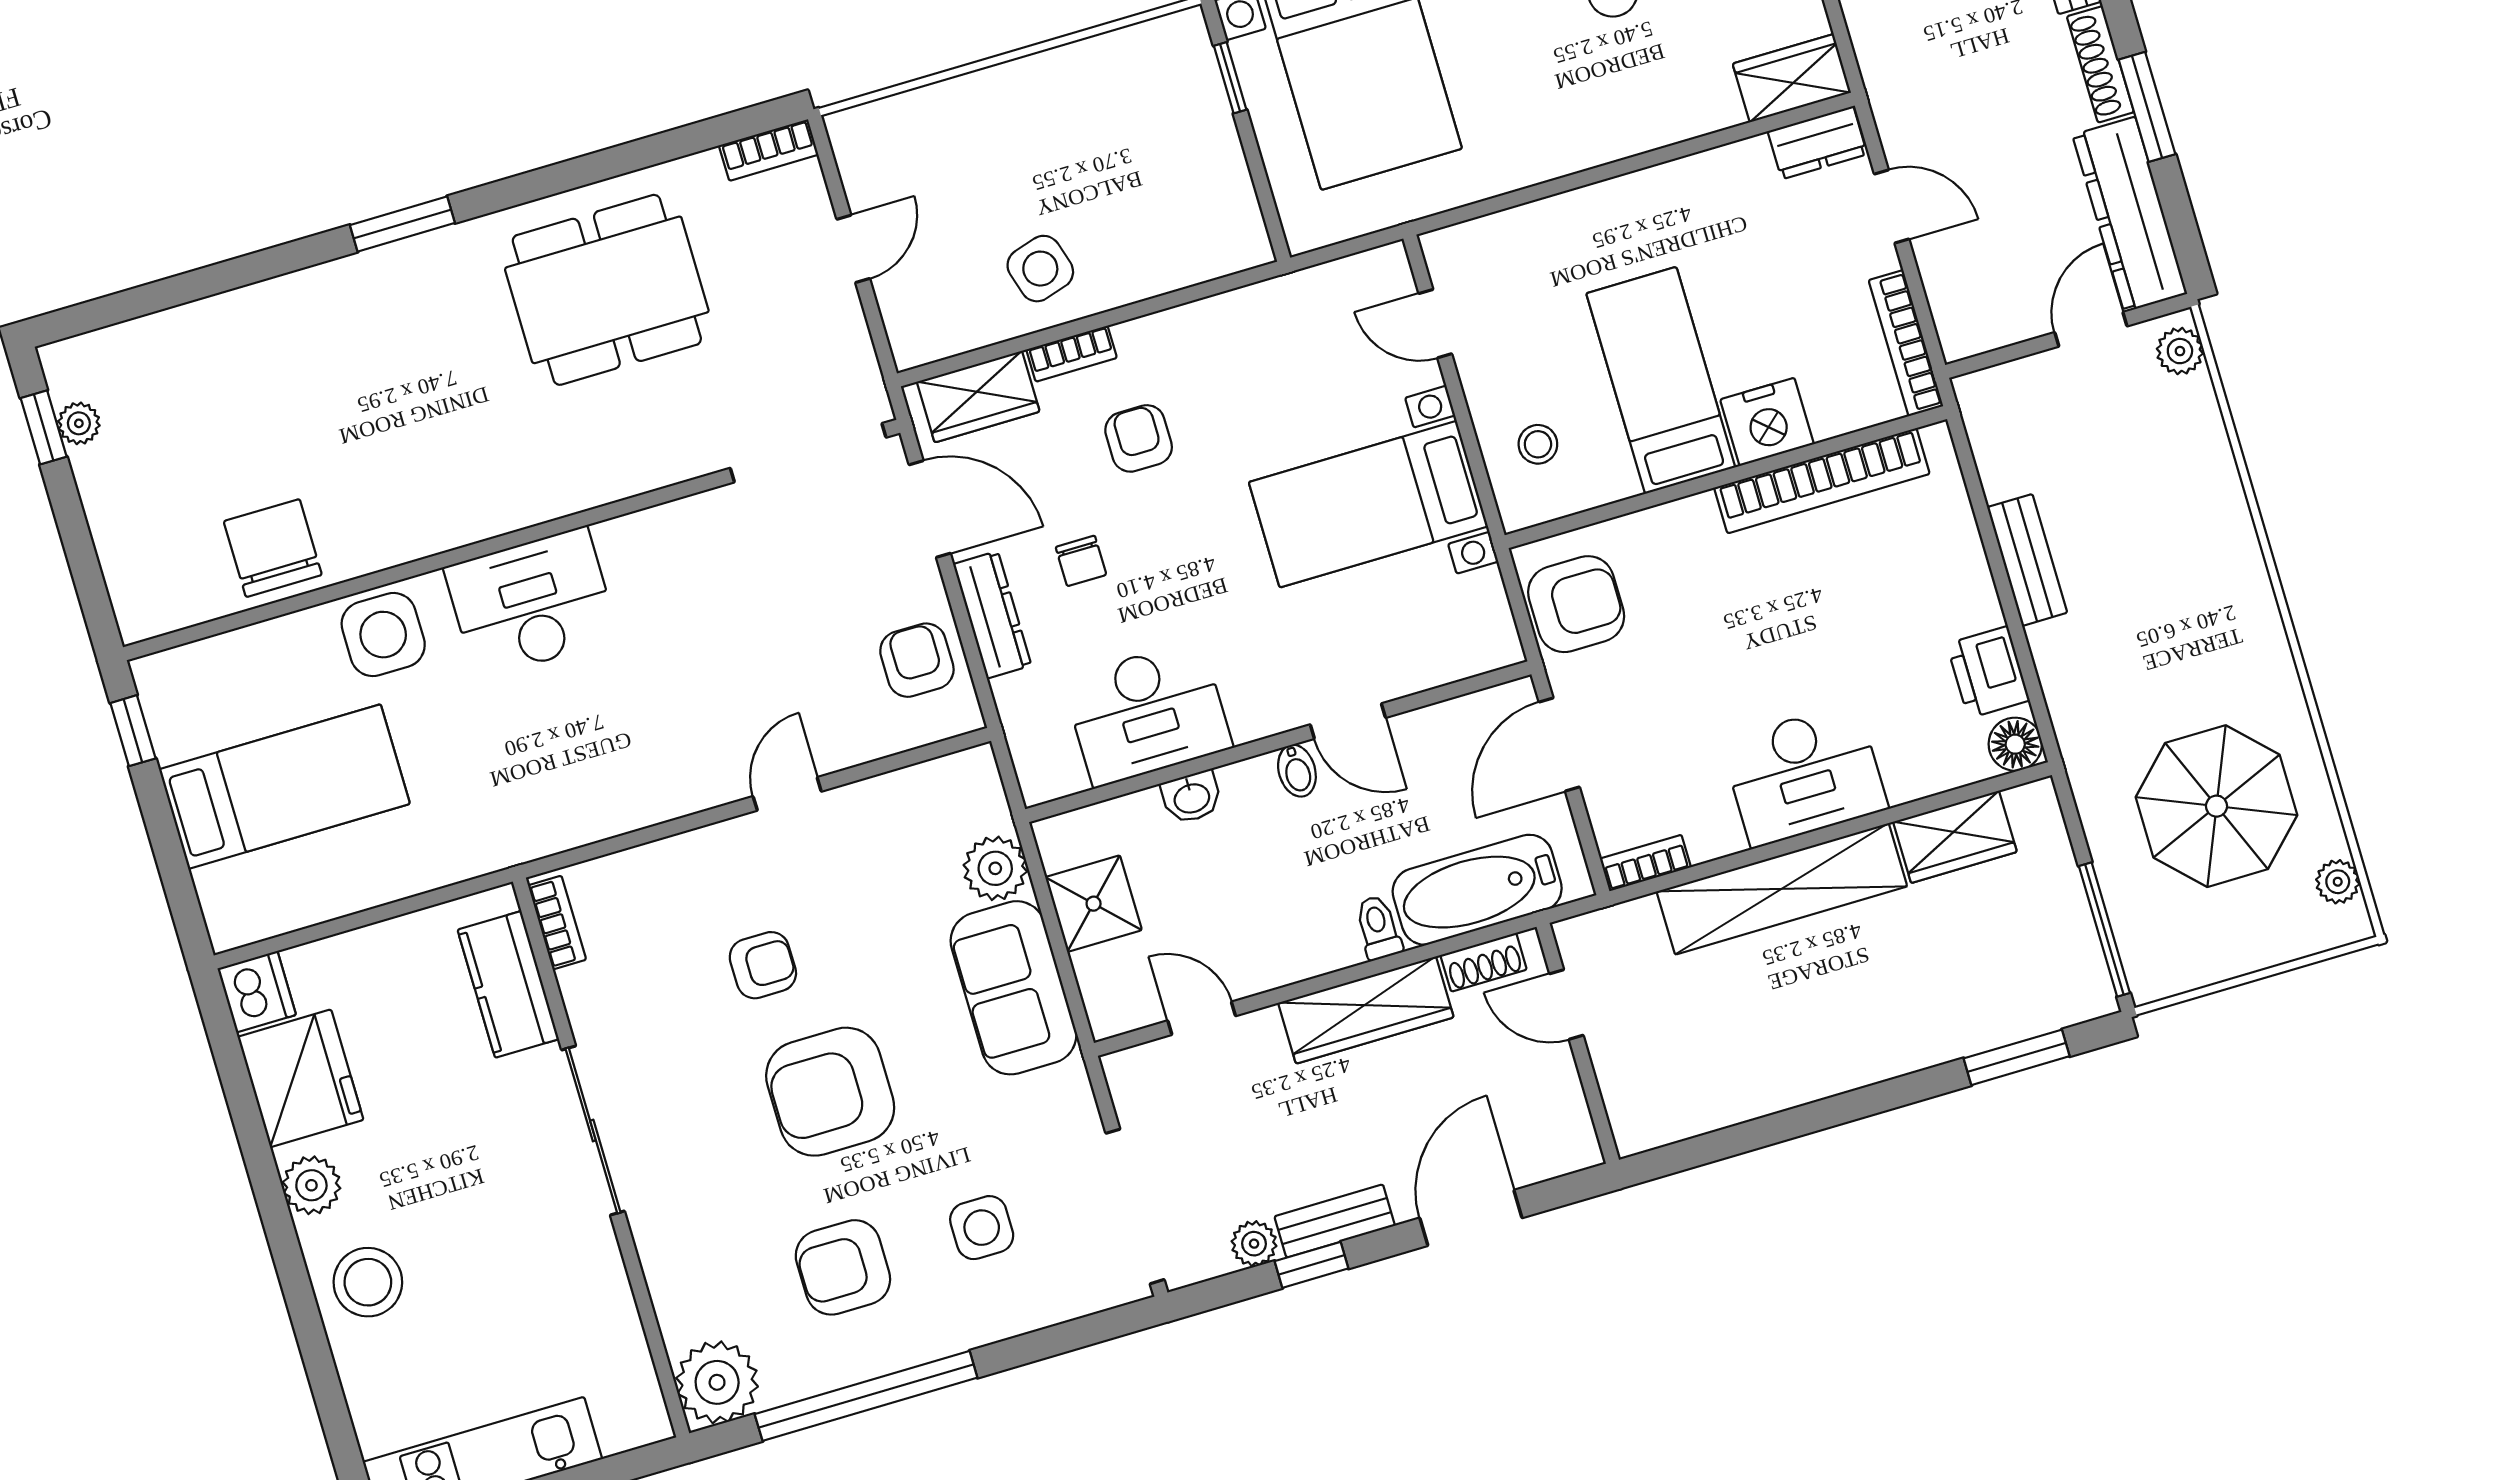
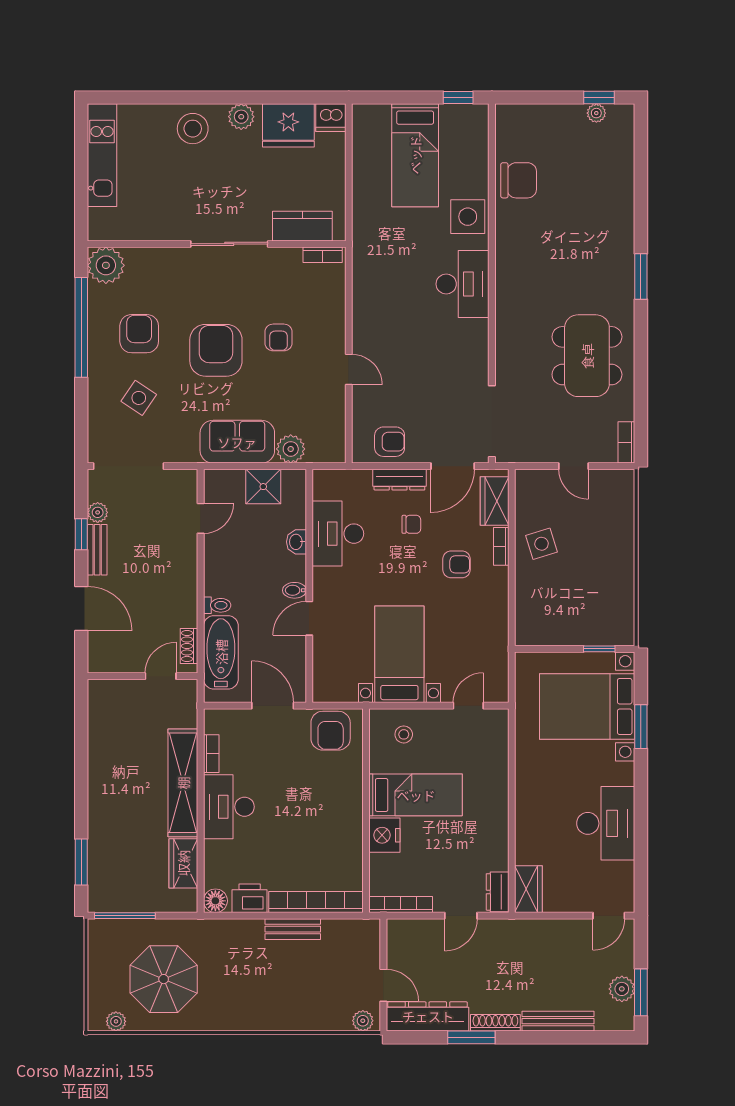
bookcase: (1822, 481) -> (316, 902), moved, turned 90
chair: (1081, 561) -> (411, 524), turned 180
bookcase: (1645, 863) -> (211, 754), moved
wardrobe: (1366, 1010) -> (183, 590), removed
side table: (982, 1228) -> (139, 398), turned 34

